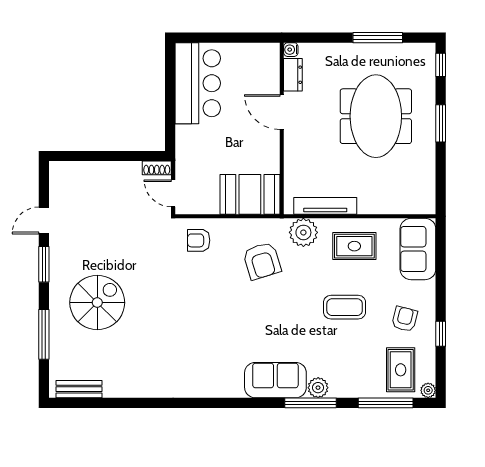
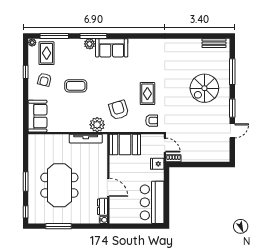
fridge: (188, 157) -> (157, 164), added
rug: (354, 246) -> (147, 94), moved, turned 90

